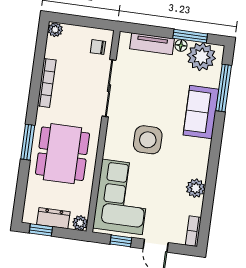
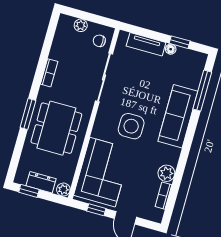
plant: (55, 30) -> (81, 25), moved
window: (190, 36) -> (180, 42), width x0.67
plant: (201, 57) -> (187, 61), removed
bookcase: (47, 83) -> (49, 73), width x0.64
sofa: (201, 112) -> (178, 116), width x1.36
bookcase: (193, 231) -> (163, 196), moved

